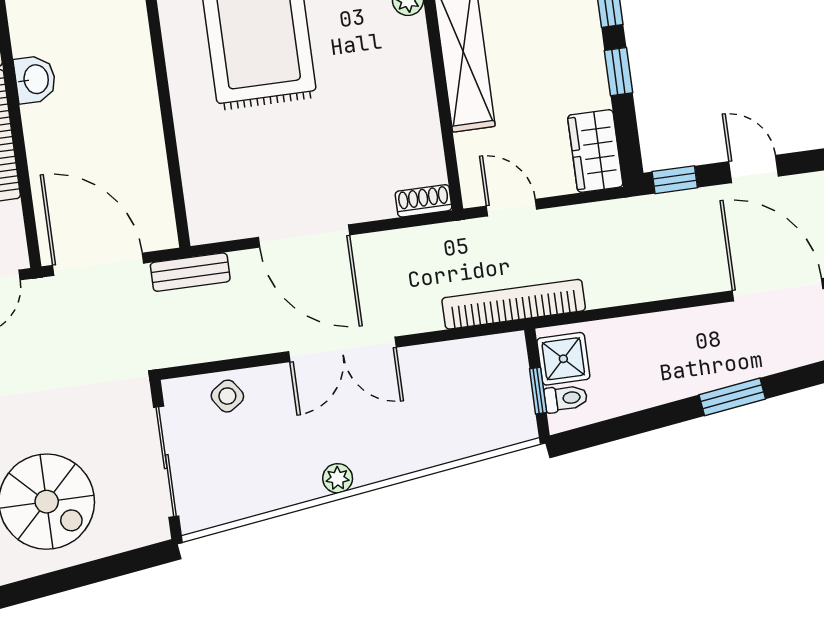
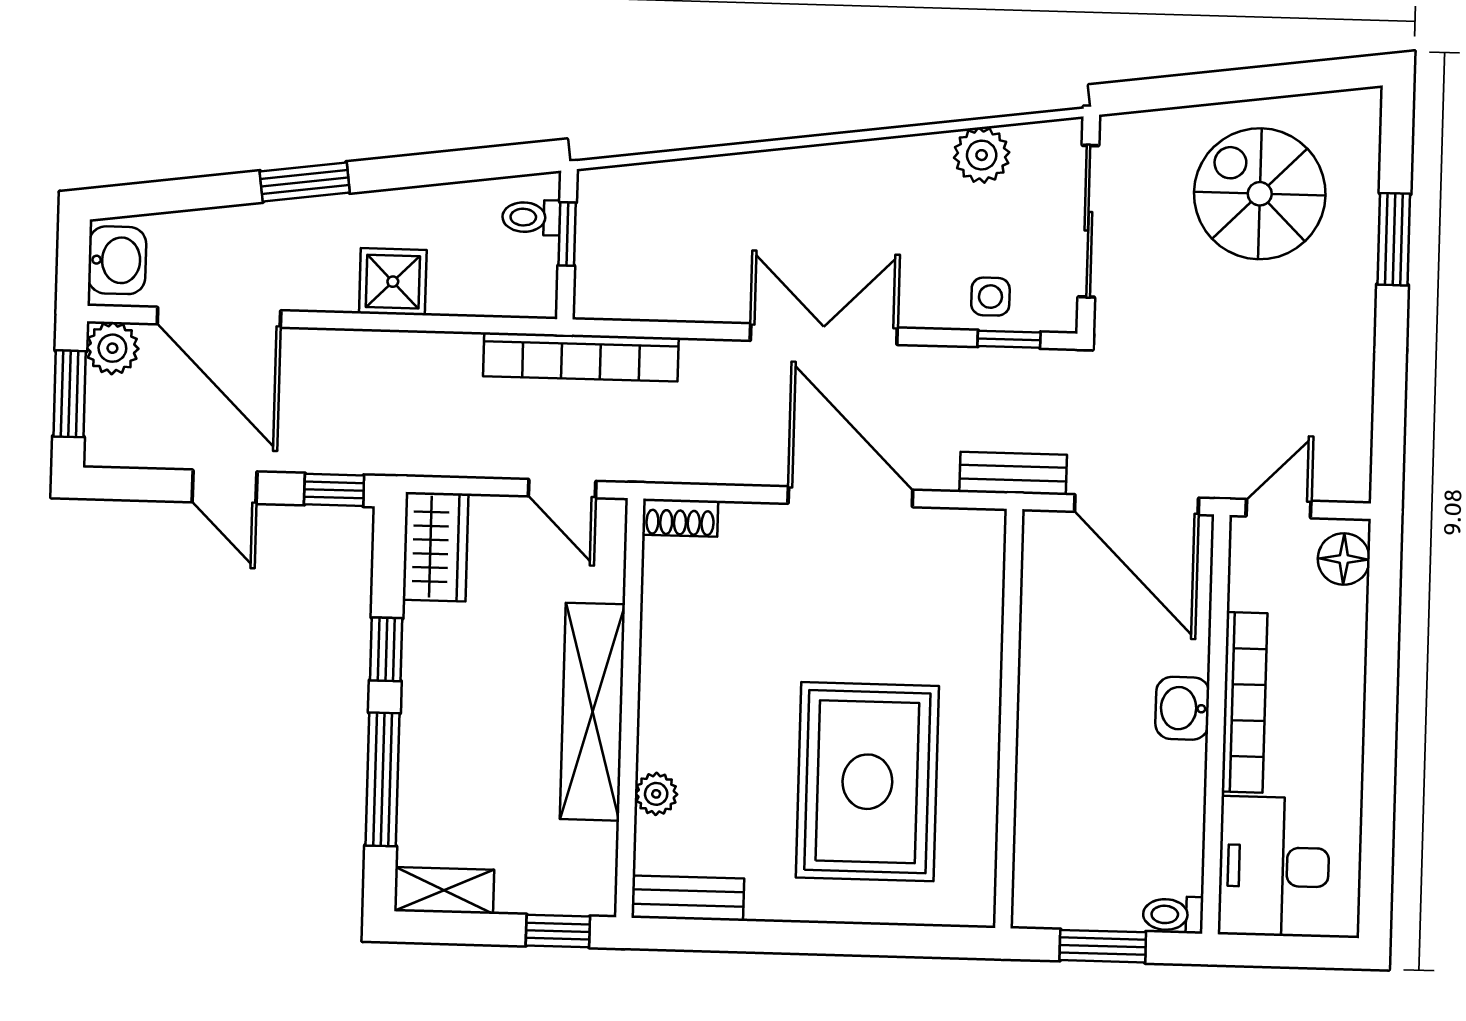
washbasin: (35, 79) -> (1182, 708), moved
shower: (563, 359) -> (393, 282), moved
window: (209, 368) -> (1009, 339), added
side table: (227, 396) -> (990, 297), turned 34
plant: (338, 478) -> (982, 155), moved, width x1.38, depth x1.38

